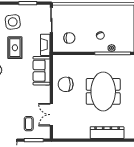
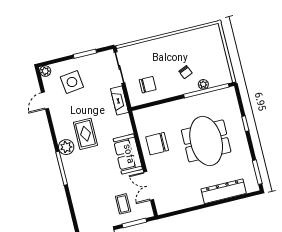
rug: (15, 48) -> (85, 134), moved
sofa: (42, 71) -> (128, 154), moved

